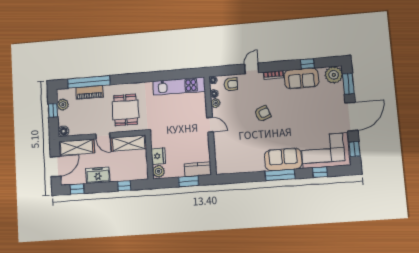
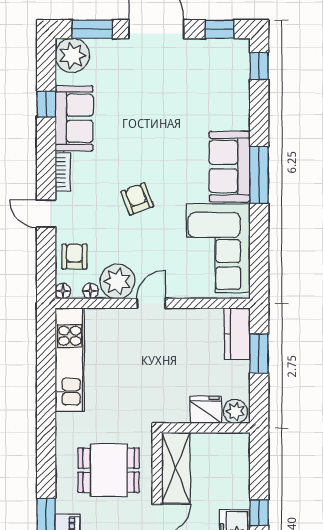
plant: (216, 103) -> (117, 281), width x1.88, depth x1.88
corner sofa: (325, 151) -> (218, 248), moved
window: (320, 172) -> (259, 66), moved
window: (124, 186) -> (259, 513), moved

